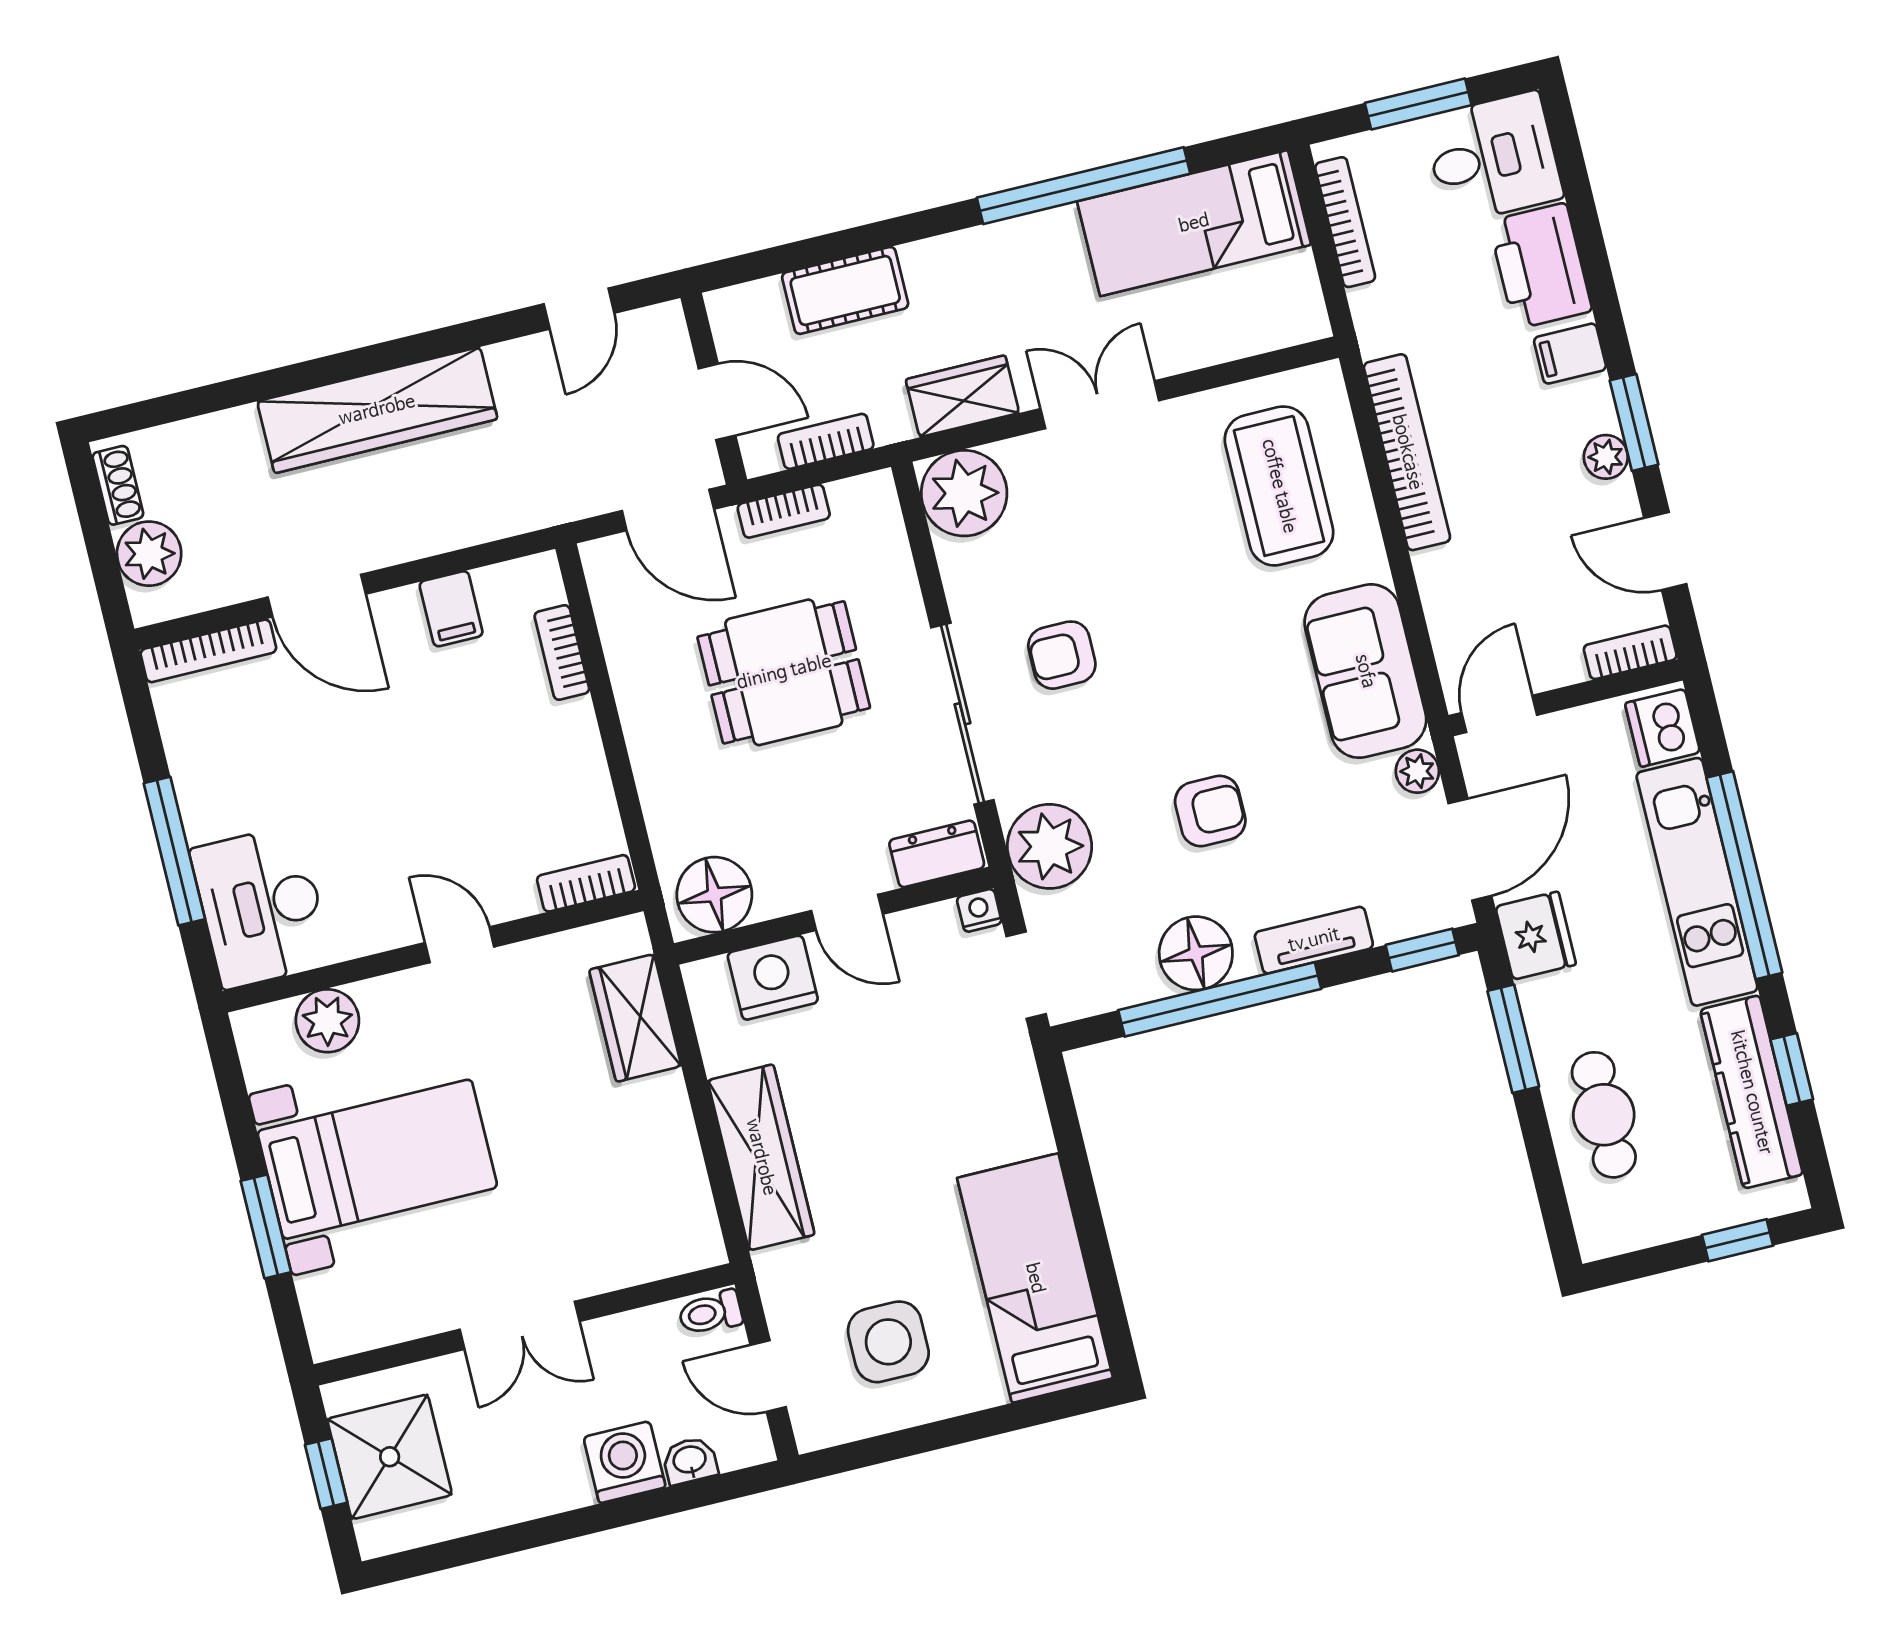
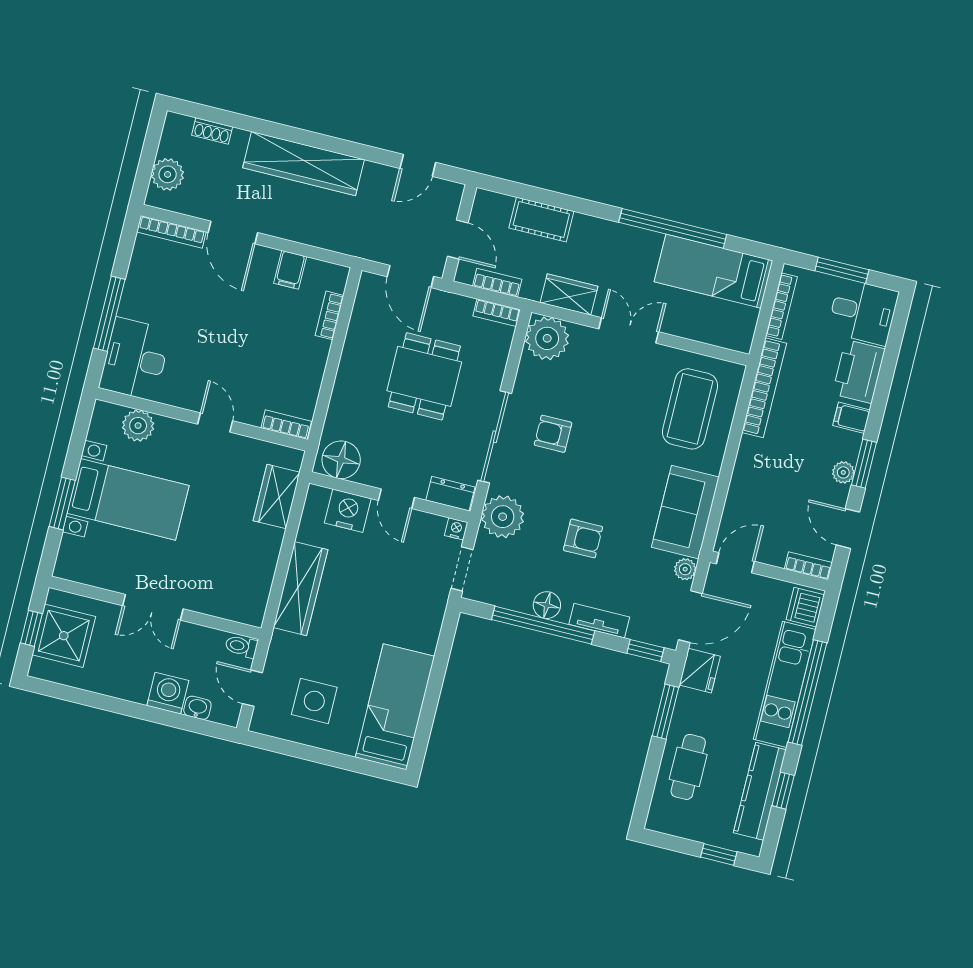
bookcase: (1407, 452) -> (764, 388), moved
shoe rack: (118, 485) -> (212, 131), moved, turned 90
bookcase: (784, 511) -> (497, 313), moved
dining table: (784, 672) -> (424, 376), turned 90
floor lamp: (1196, 953) -> (547, 605), width x0.73, depth x0.73

